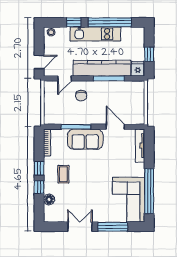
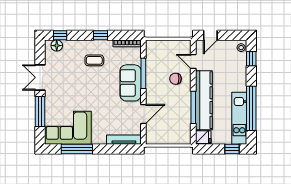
window: (74, 22) -> (251, 59), moved
kitchen unit: (95, 34) -> (239, 118), moved
window: (149, 54) -> (232, 149), moved
door: (39, 62) -> (210, 35), hinge flipped
window: (39, 187) -> (60, 35), moved
window: (149, 191) -> (77, 149), width x0.68
floor lamp: (49, 200) -> (57, 46), moved
double door: (80, 227) -> (40, 77), swing flipped

